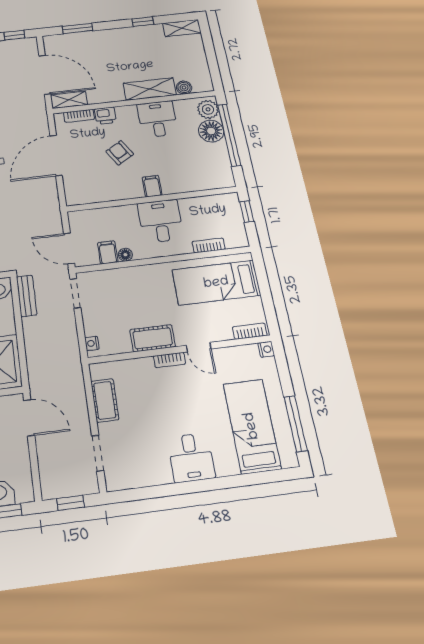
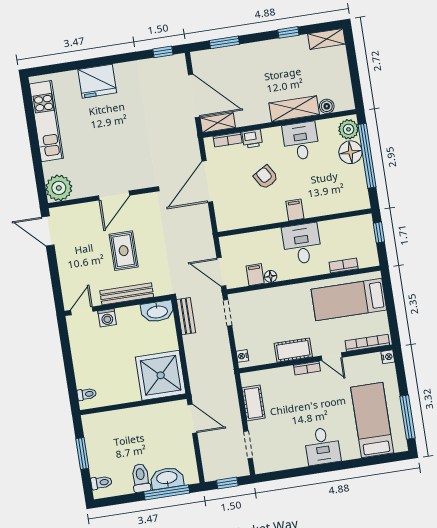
bookcase: (250, 331) -> (367, 343), width x1.56

